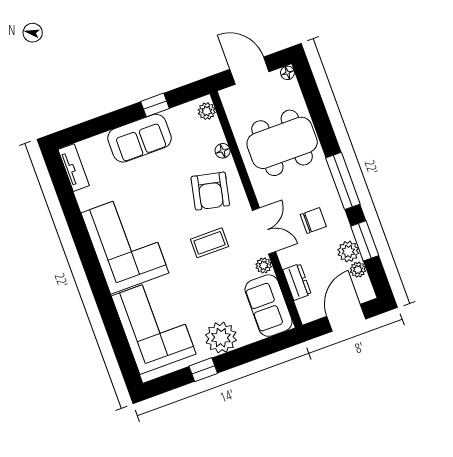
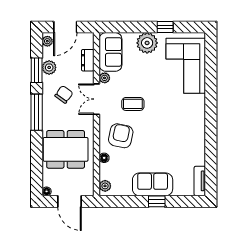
window: (155, 105) -> (157, 201), moved
chair: (313, 221) -> (64, 94), turned 126
corner sofa: (125, 243) -> (185, 123), removed
plant: (358, 270) -> (47, 41), moved

